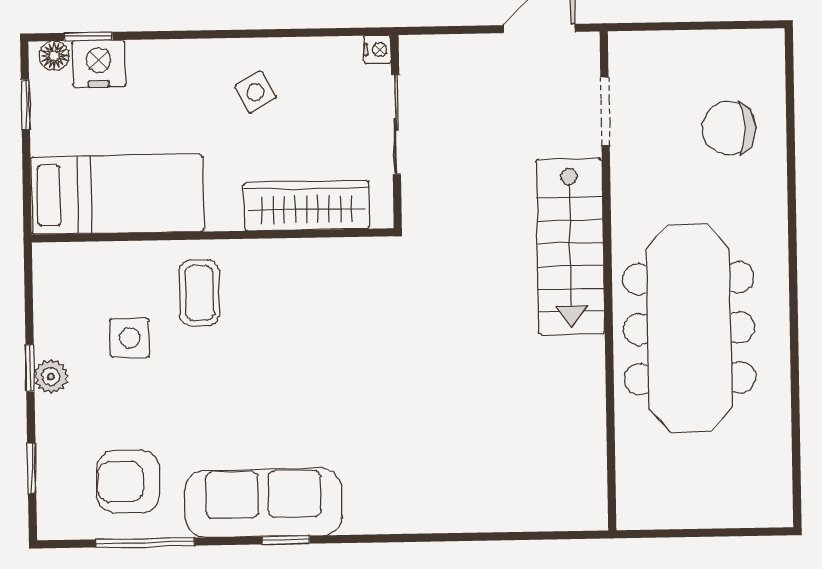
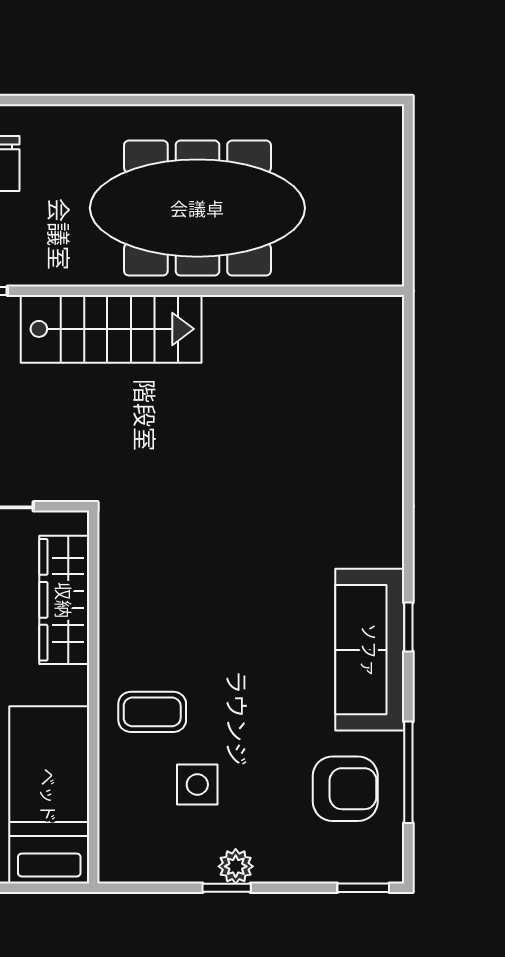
window: (32, 468) -> (363, 888), moved
armchair: (128, 482) -> (345, 789), turned -90

